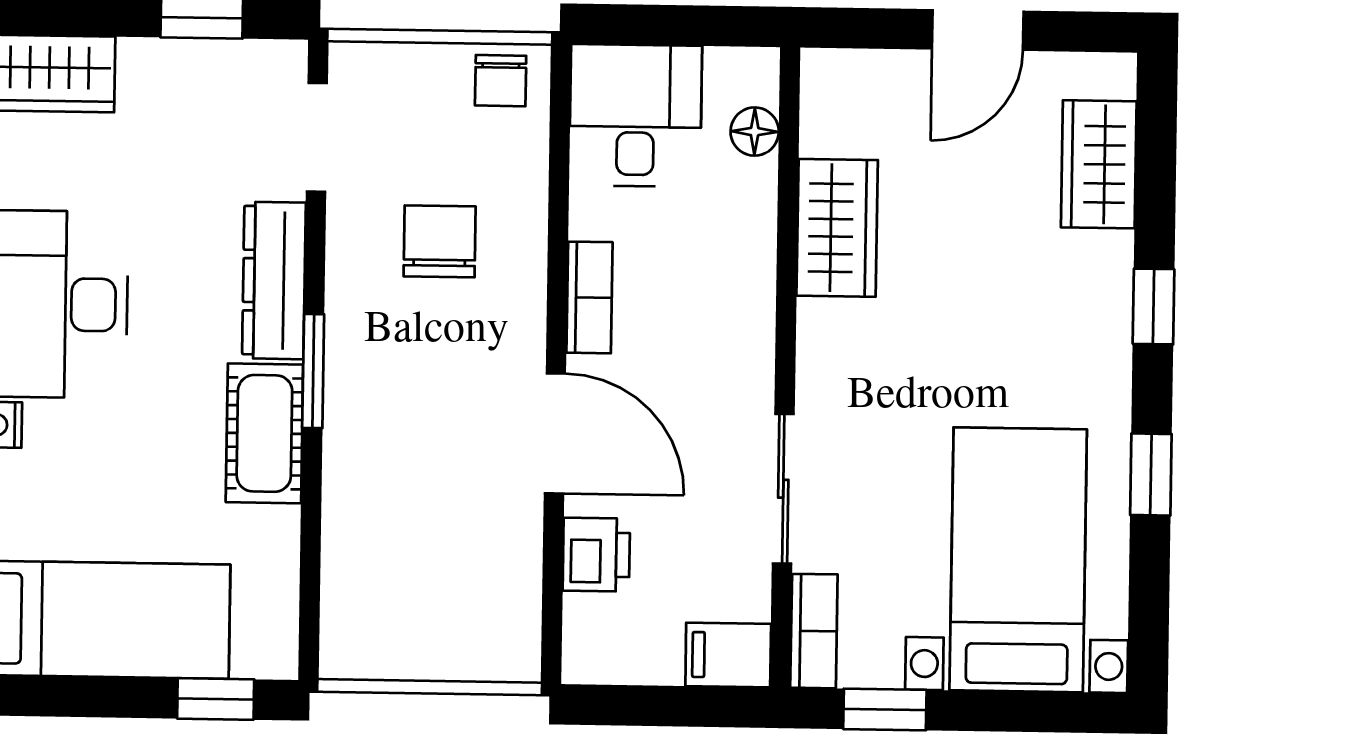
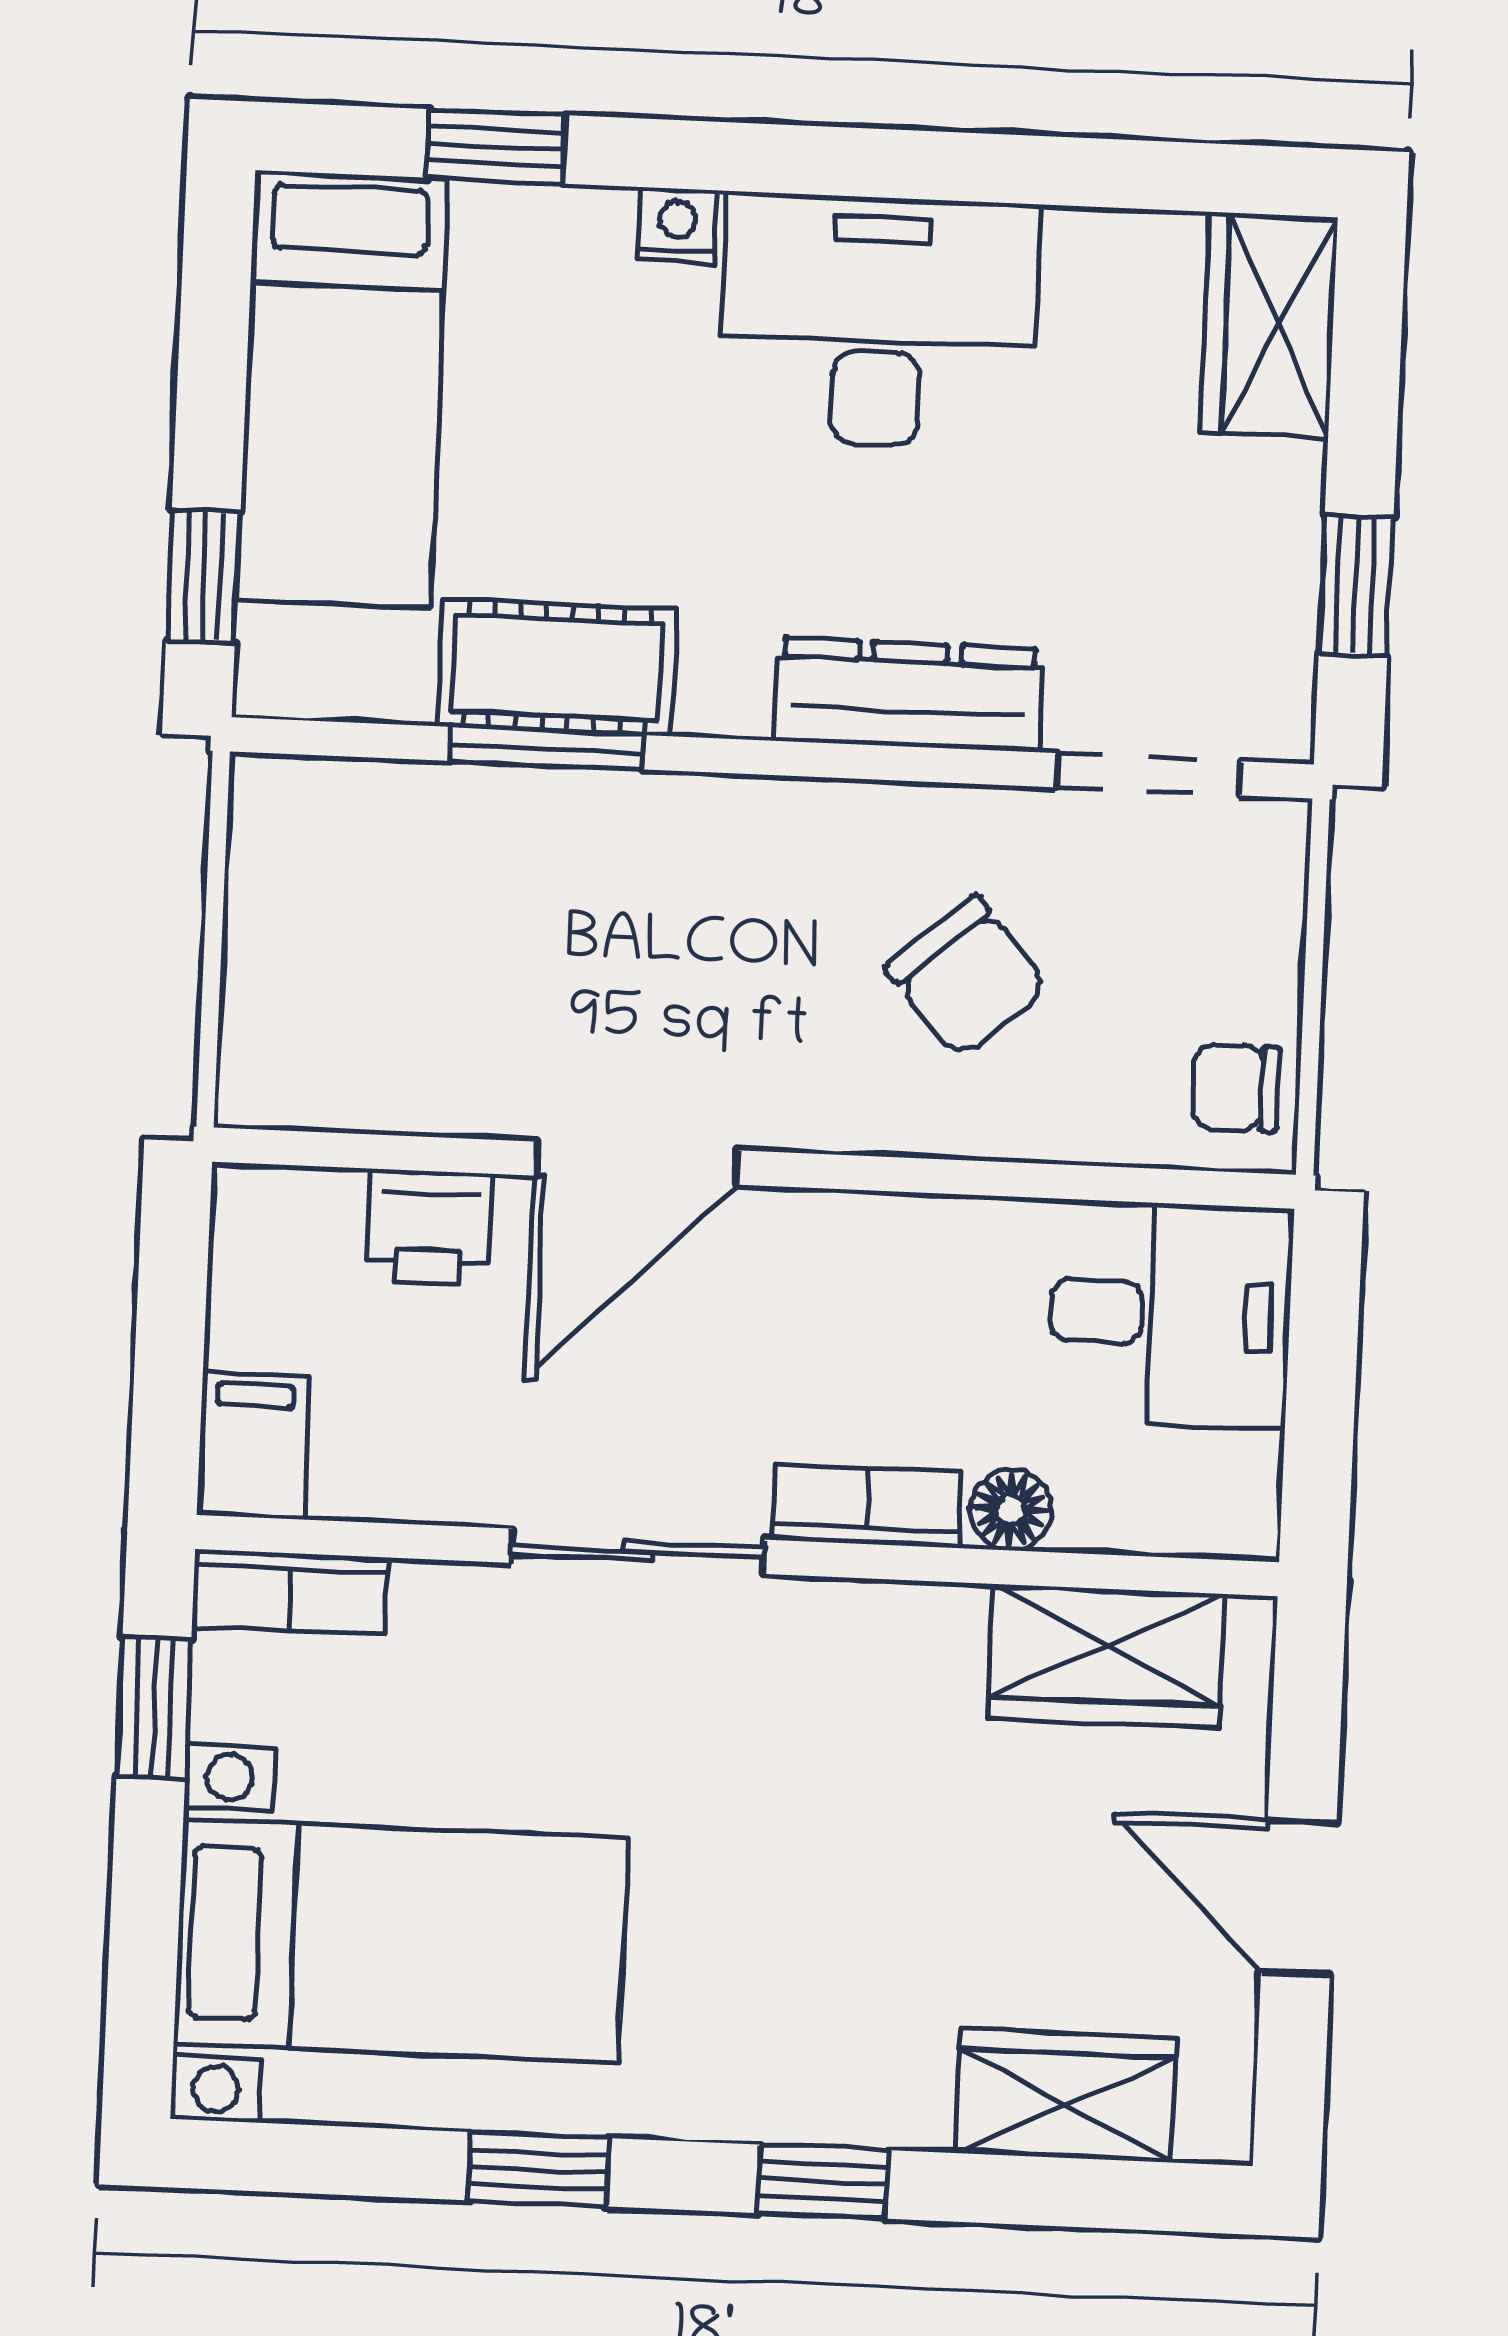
floor lamp: (755, 132) -> (1011, 1510), moved
wardrobe: (837, 228) -> (1106, 1656), moved
chair: (440, 241) -> (967, 977), turned 49
bookcase: (589, 297) -> (867, 1506), moved, turned 180
window: (313, 371) -> (547, 748), moved
cot: (264, 433) -> (557, 668), moved
sliding door: (783, 489) -> (638, 1551), moved

